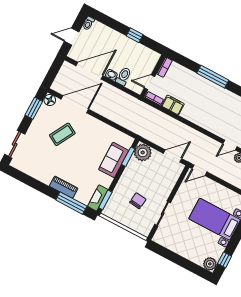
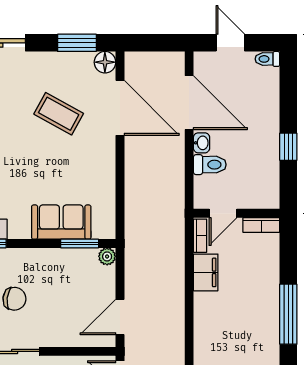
door: (150, 82) -> (223, 213), swing flipped
plant: (143, 152) -> (107, 256), width x0.53, depth x0.53
door: (173, 156) -> (120, 317), swing flipped

